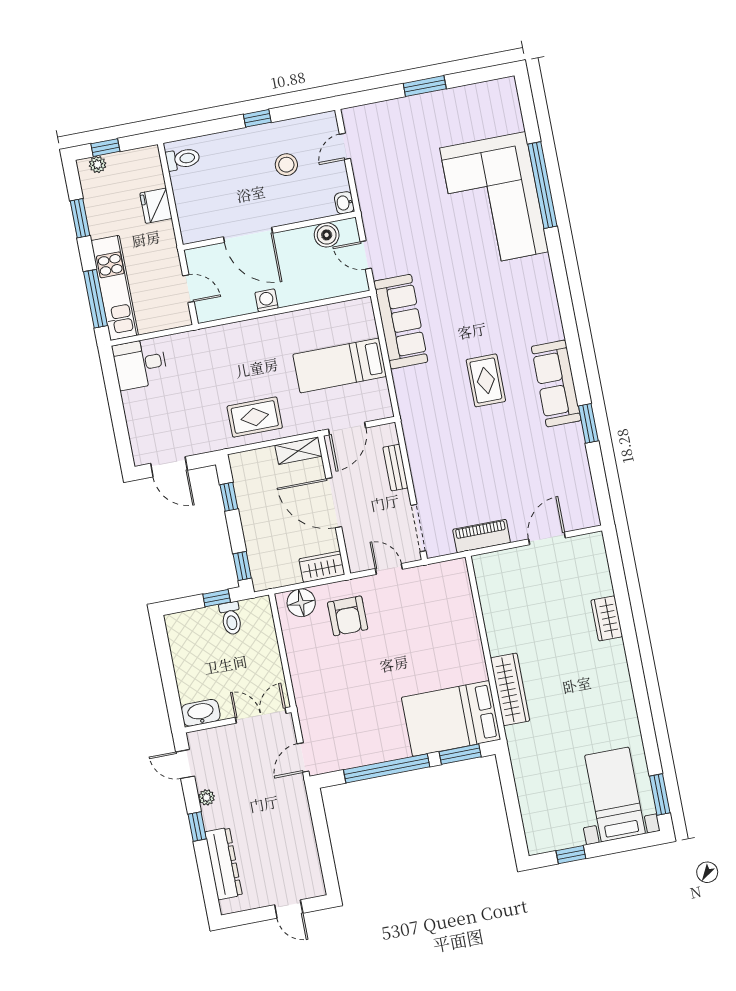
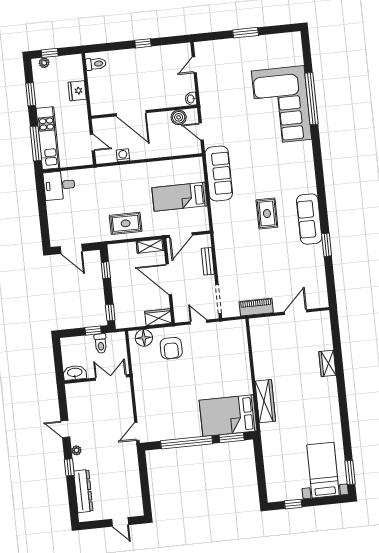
stool: (286, 165) -> (158, 73), removed
washing machine: (267, 300) -> (123, 155), moved
washbasin: (201, 713) -> (75, 373), moved
double door: (261, 715) -> (111, 377), moved
wall: (238, 720) -> (97, 379), moved

